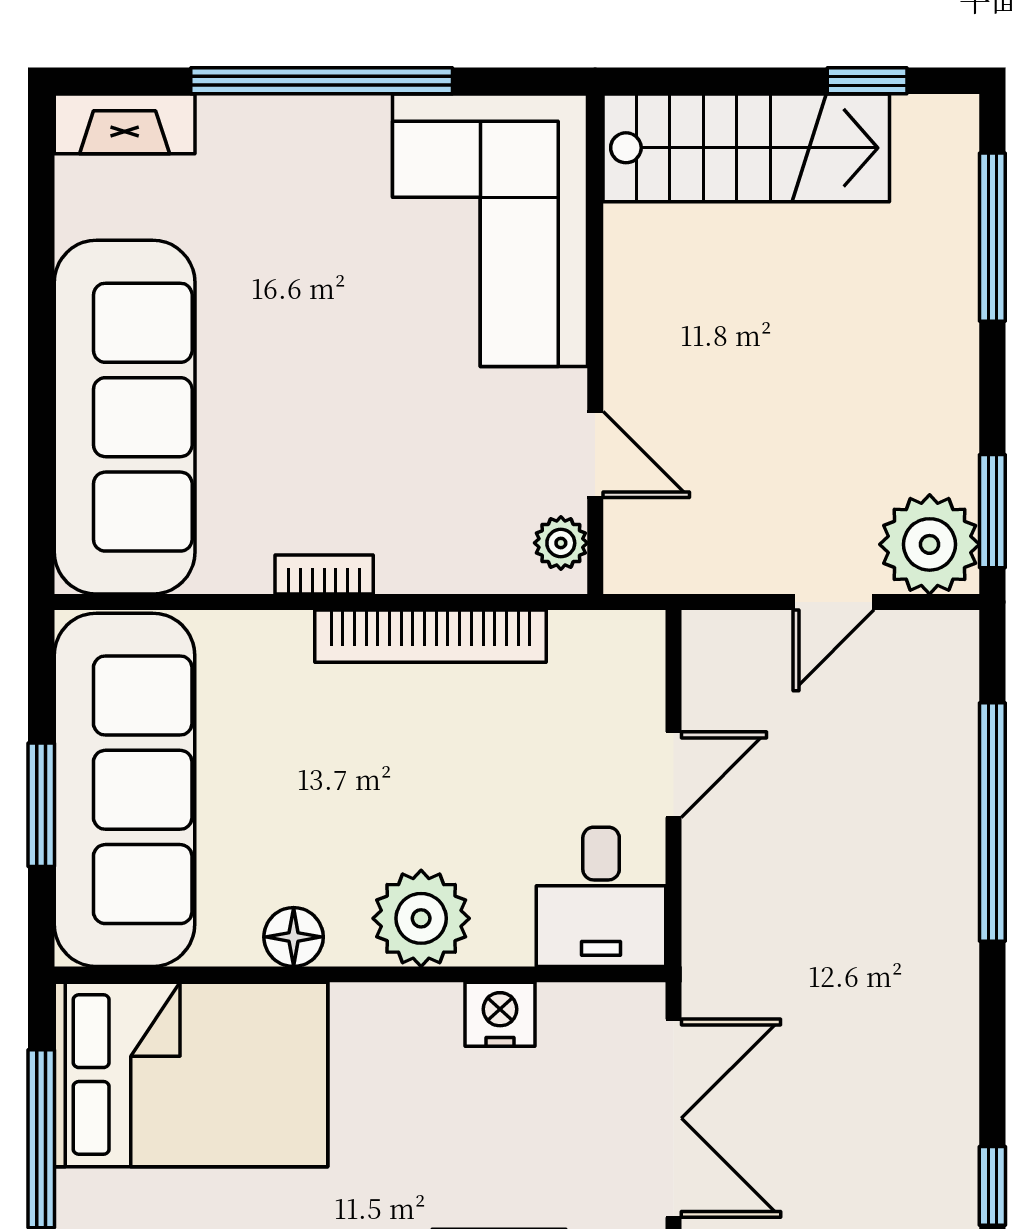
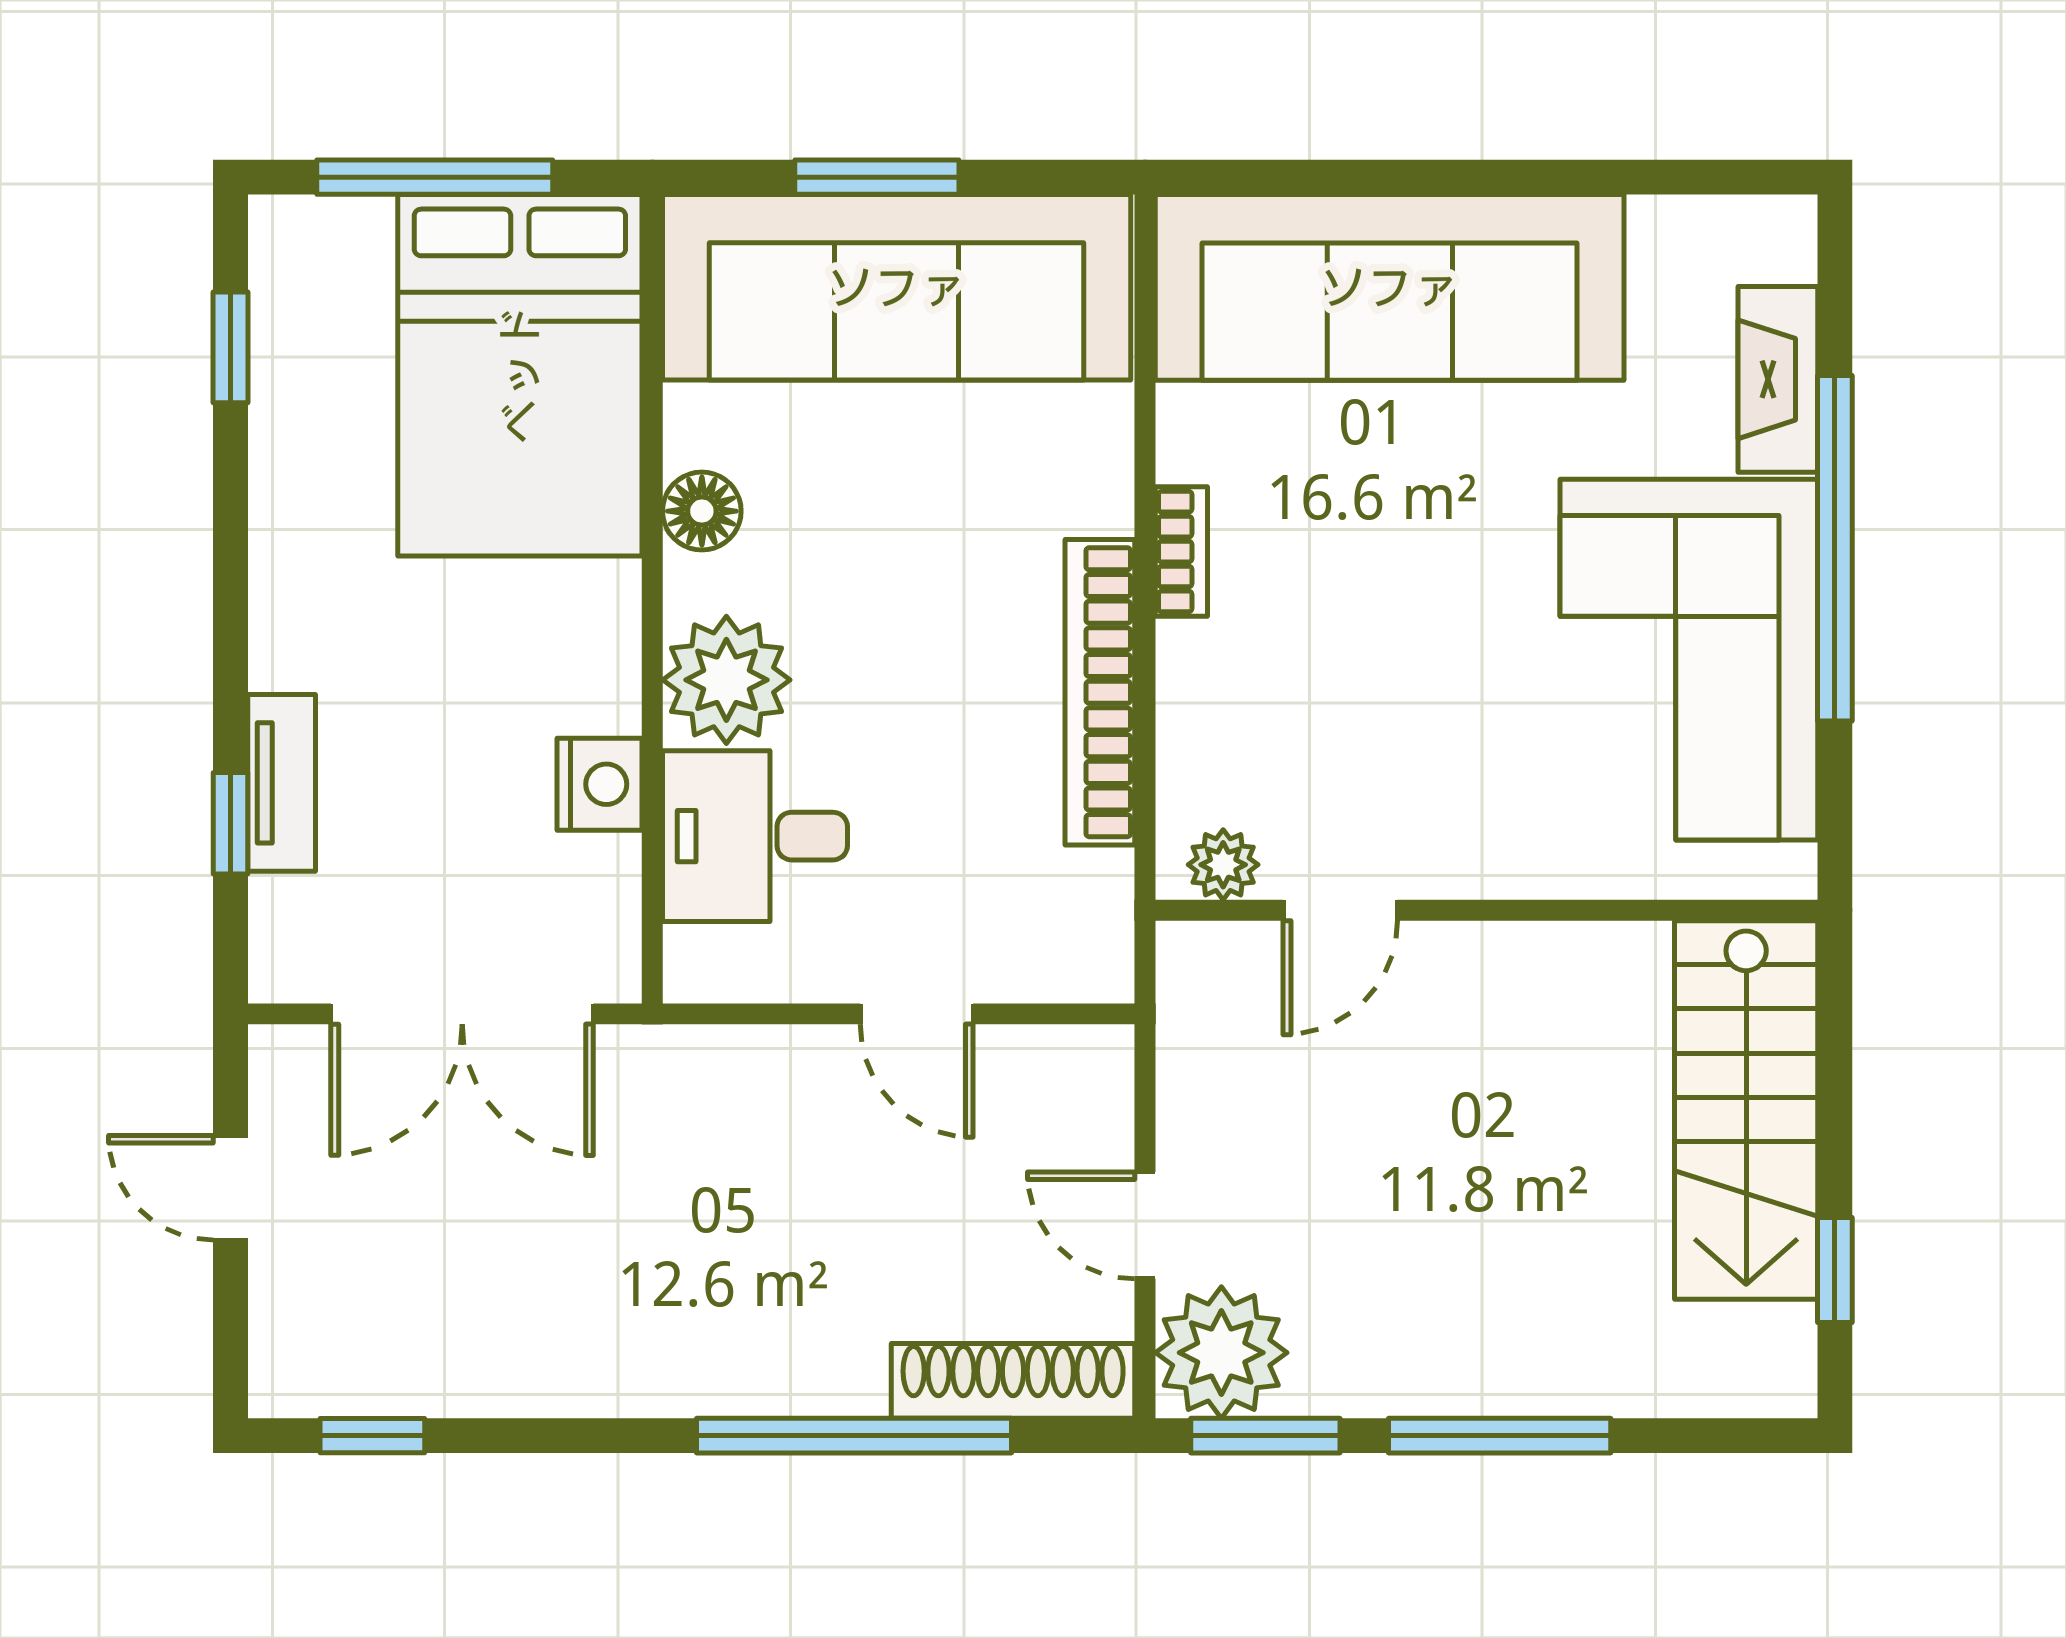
fireplace: (125, 124) -> (1778, 379), moved
corner sofa: (490, 230) -> (1689, 660), moved, turned -90
window: (992, 237) -> (1500, 1436), moved
shoe rack: (951, 702) -> (1013, 1381), added
desk: (601, 897) -> (755, 836), moved

